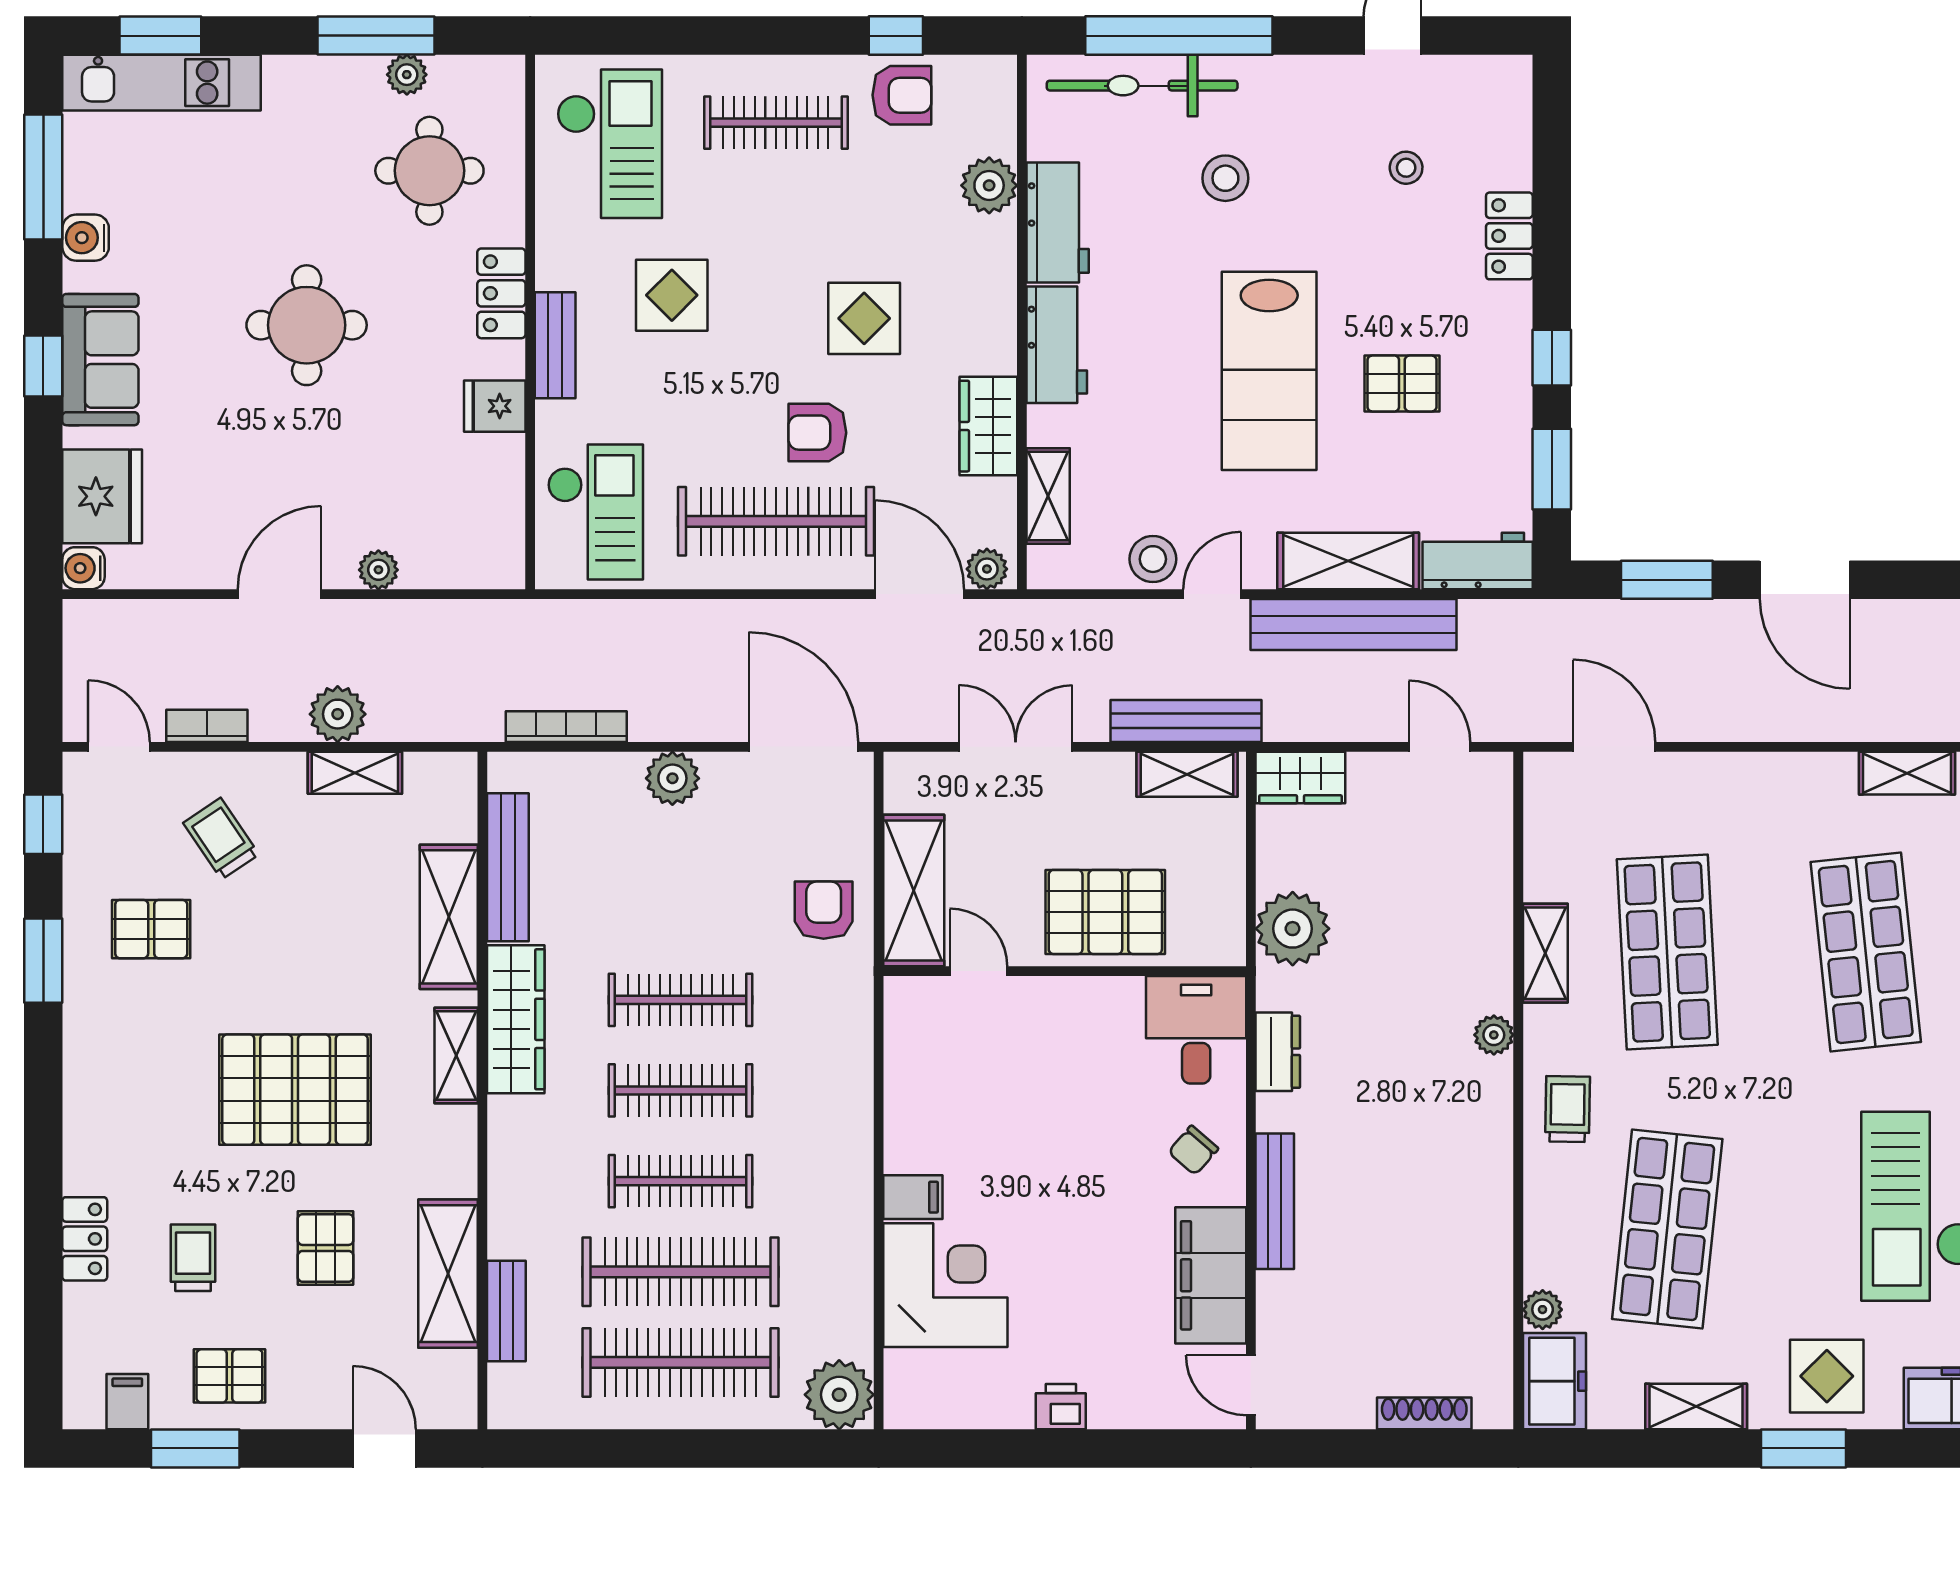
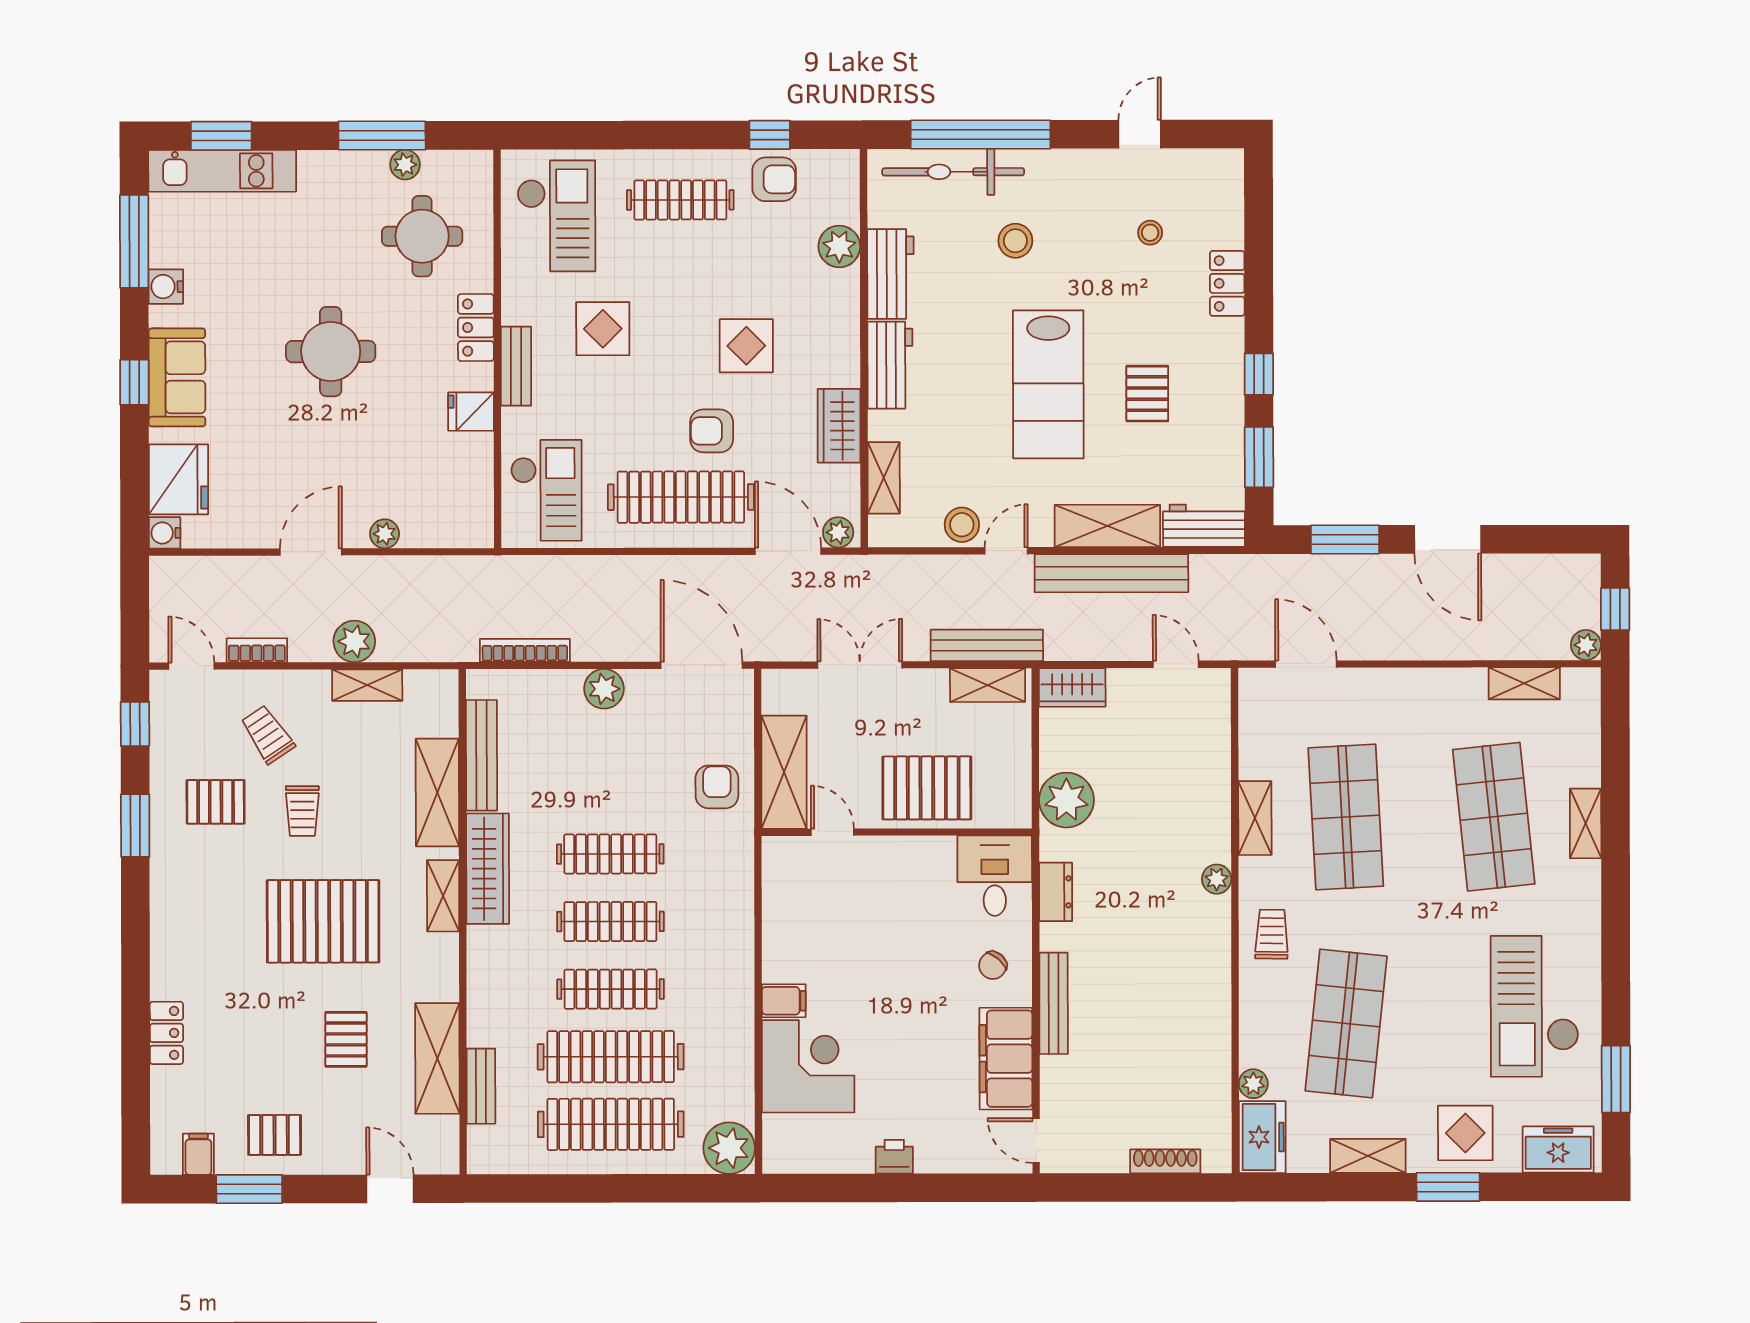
pallet: (1402, 384) -> (1147, 394), turned 90
trolley: (193, 1258) -> (302, 811), moved, turned 180

